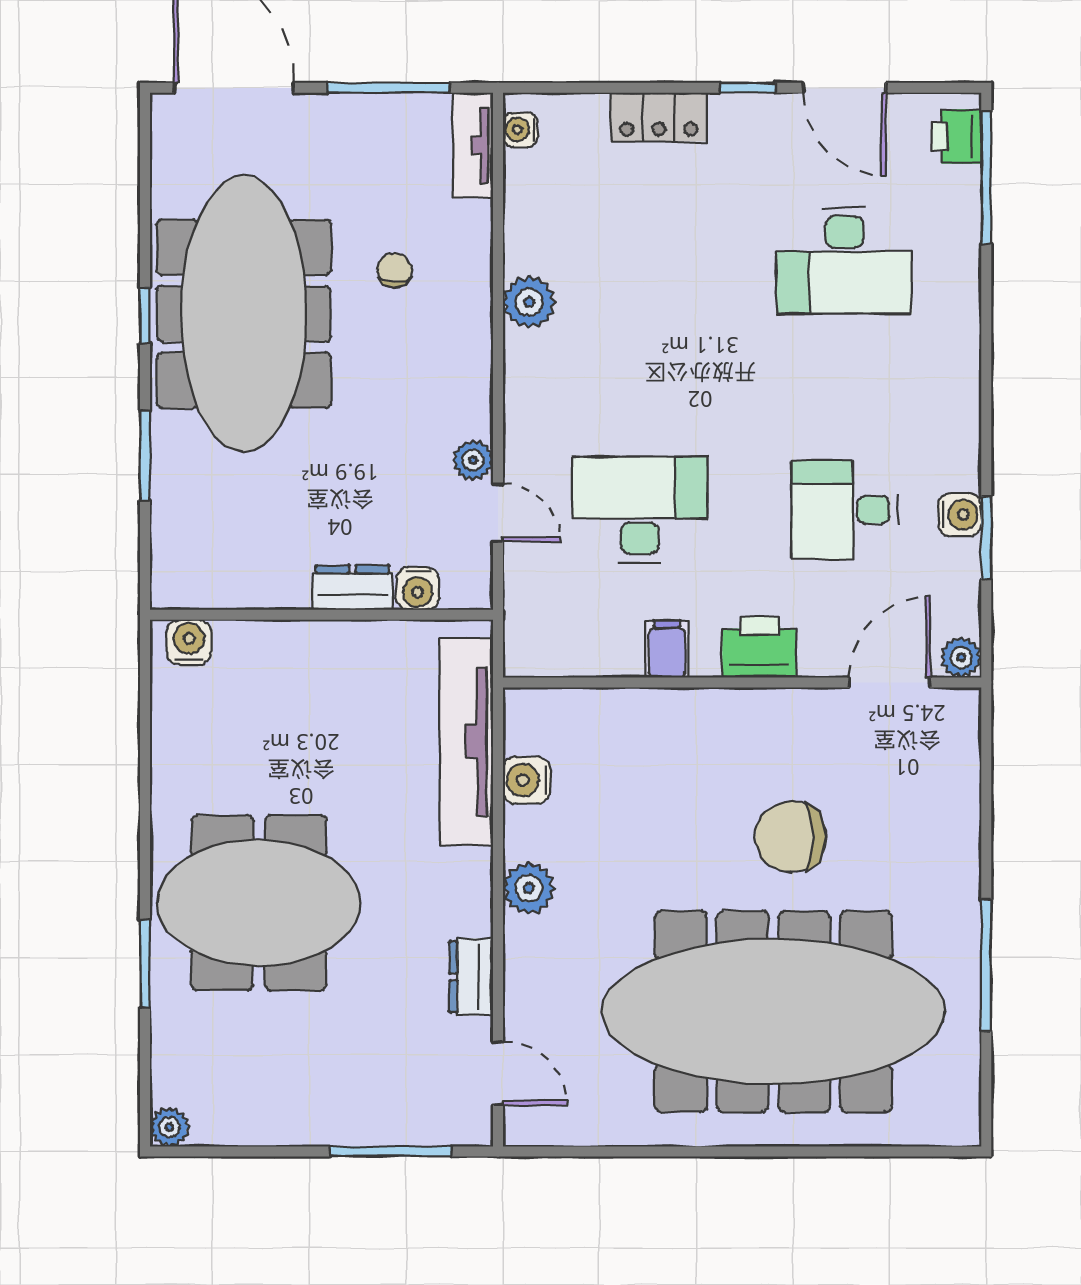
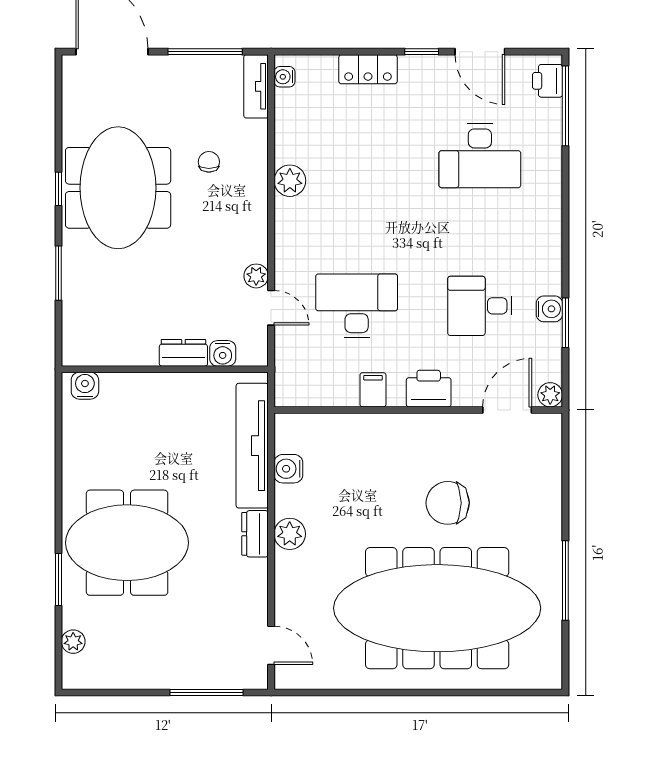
meeting table: (244, 314) -> (118, 188), width x0.73
dresser: (471, 977) -> (255, 534), moved
plant: (169, 1127) -> (73, 642), moved

